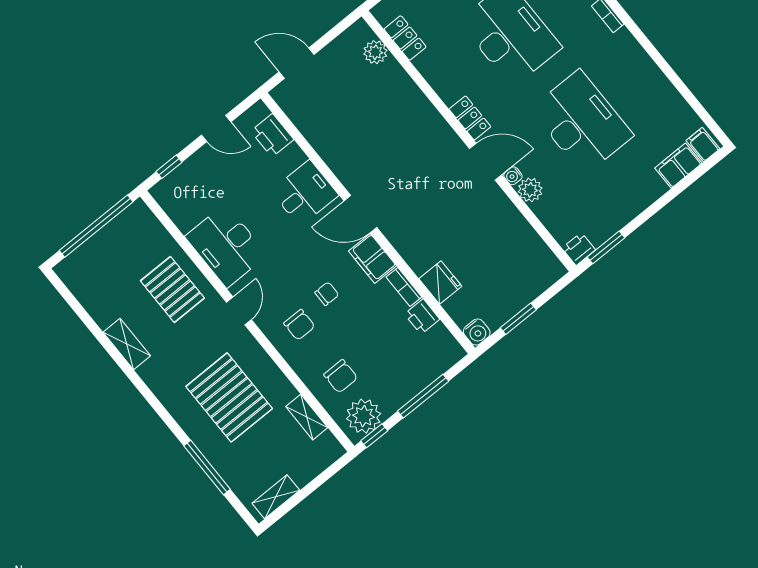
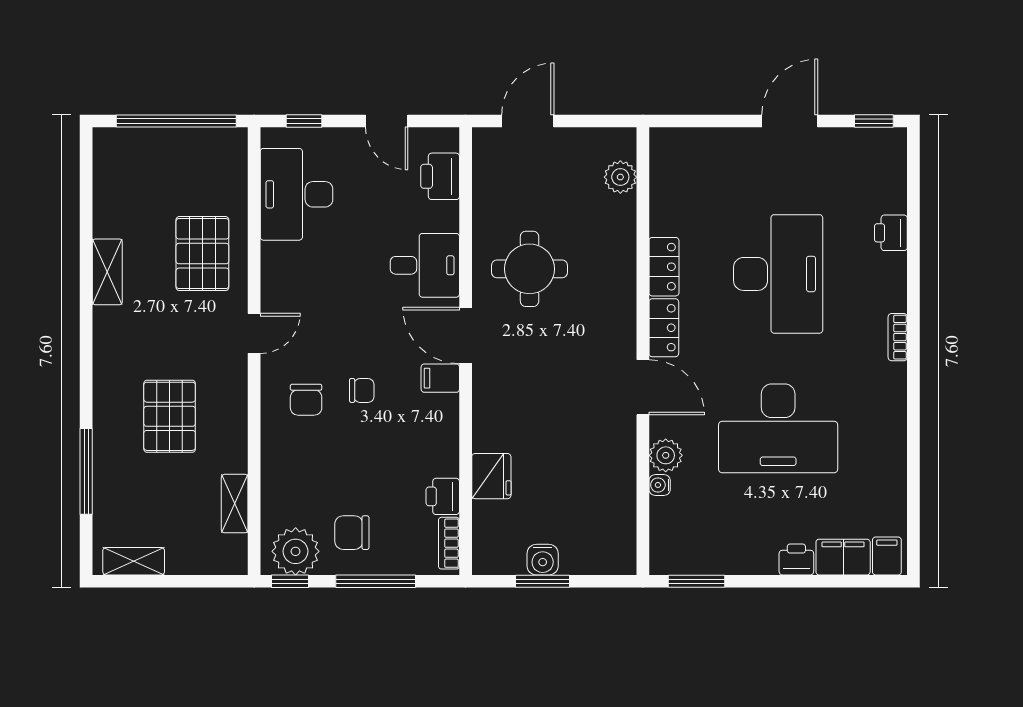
locker: (405, 38) -> (664, 267), moved
door: (297, 63) -> (528, 121), hinge flipped
desk: (582, 122) -> (778, 428), turned 90
round table: (366, 147) -> (530, 269), added
water cooler: (513, 176) -> (660, 485), moved
desk: (226, 246) -> (297, 194), moved
printer: (579, 249) -> (796, 559), moved
filing cabinet: (372, 258) -> (440, 378), width x0.50
bookcase: (404, 287) -> (449, 543), moved
water cooler: (477, 332) -> (543, 560), moved
chair: (341, 376) -> (352, 533), moved, turned 90
pallet: (229, 397) -> (170, 416), width x0.73, depth x0.71

